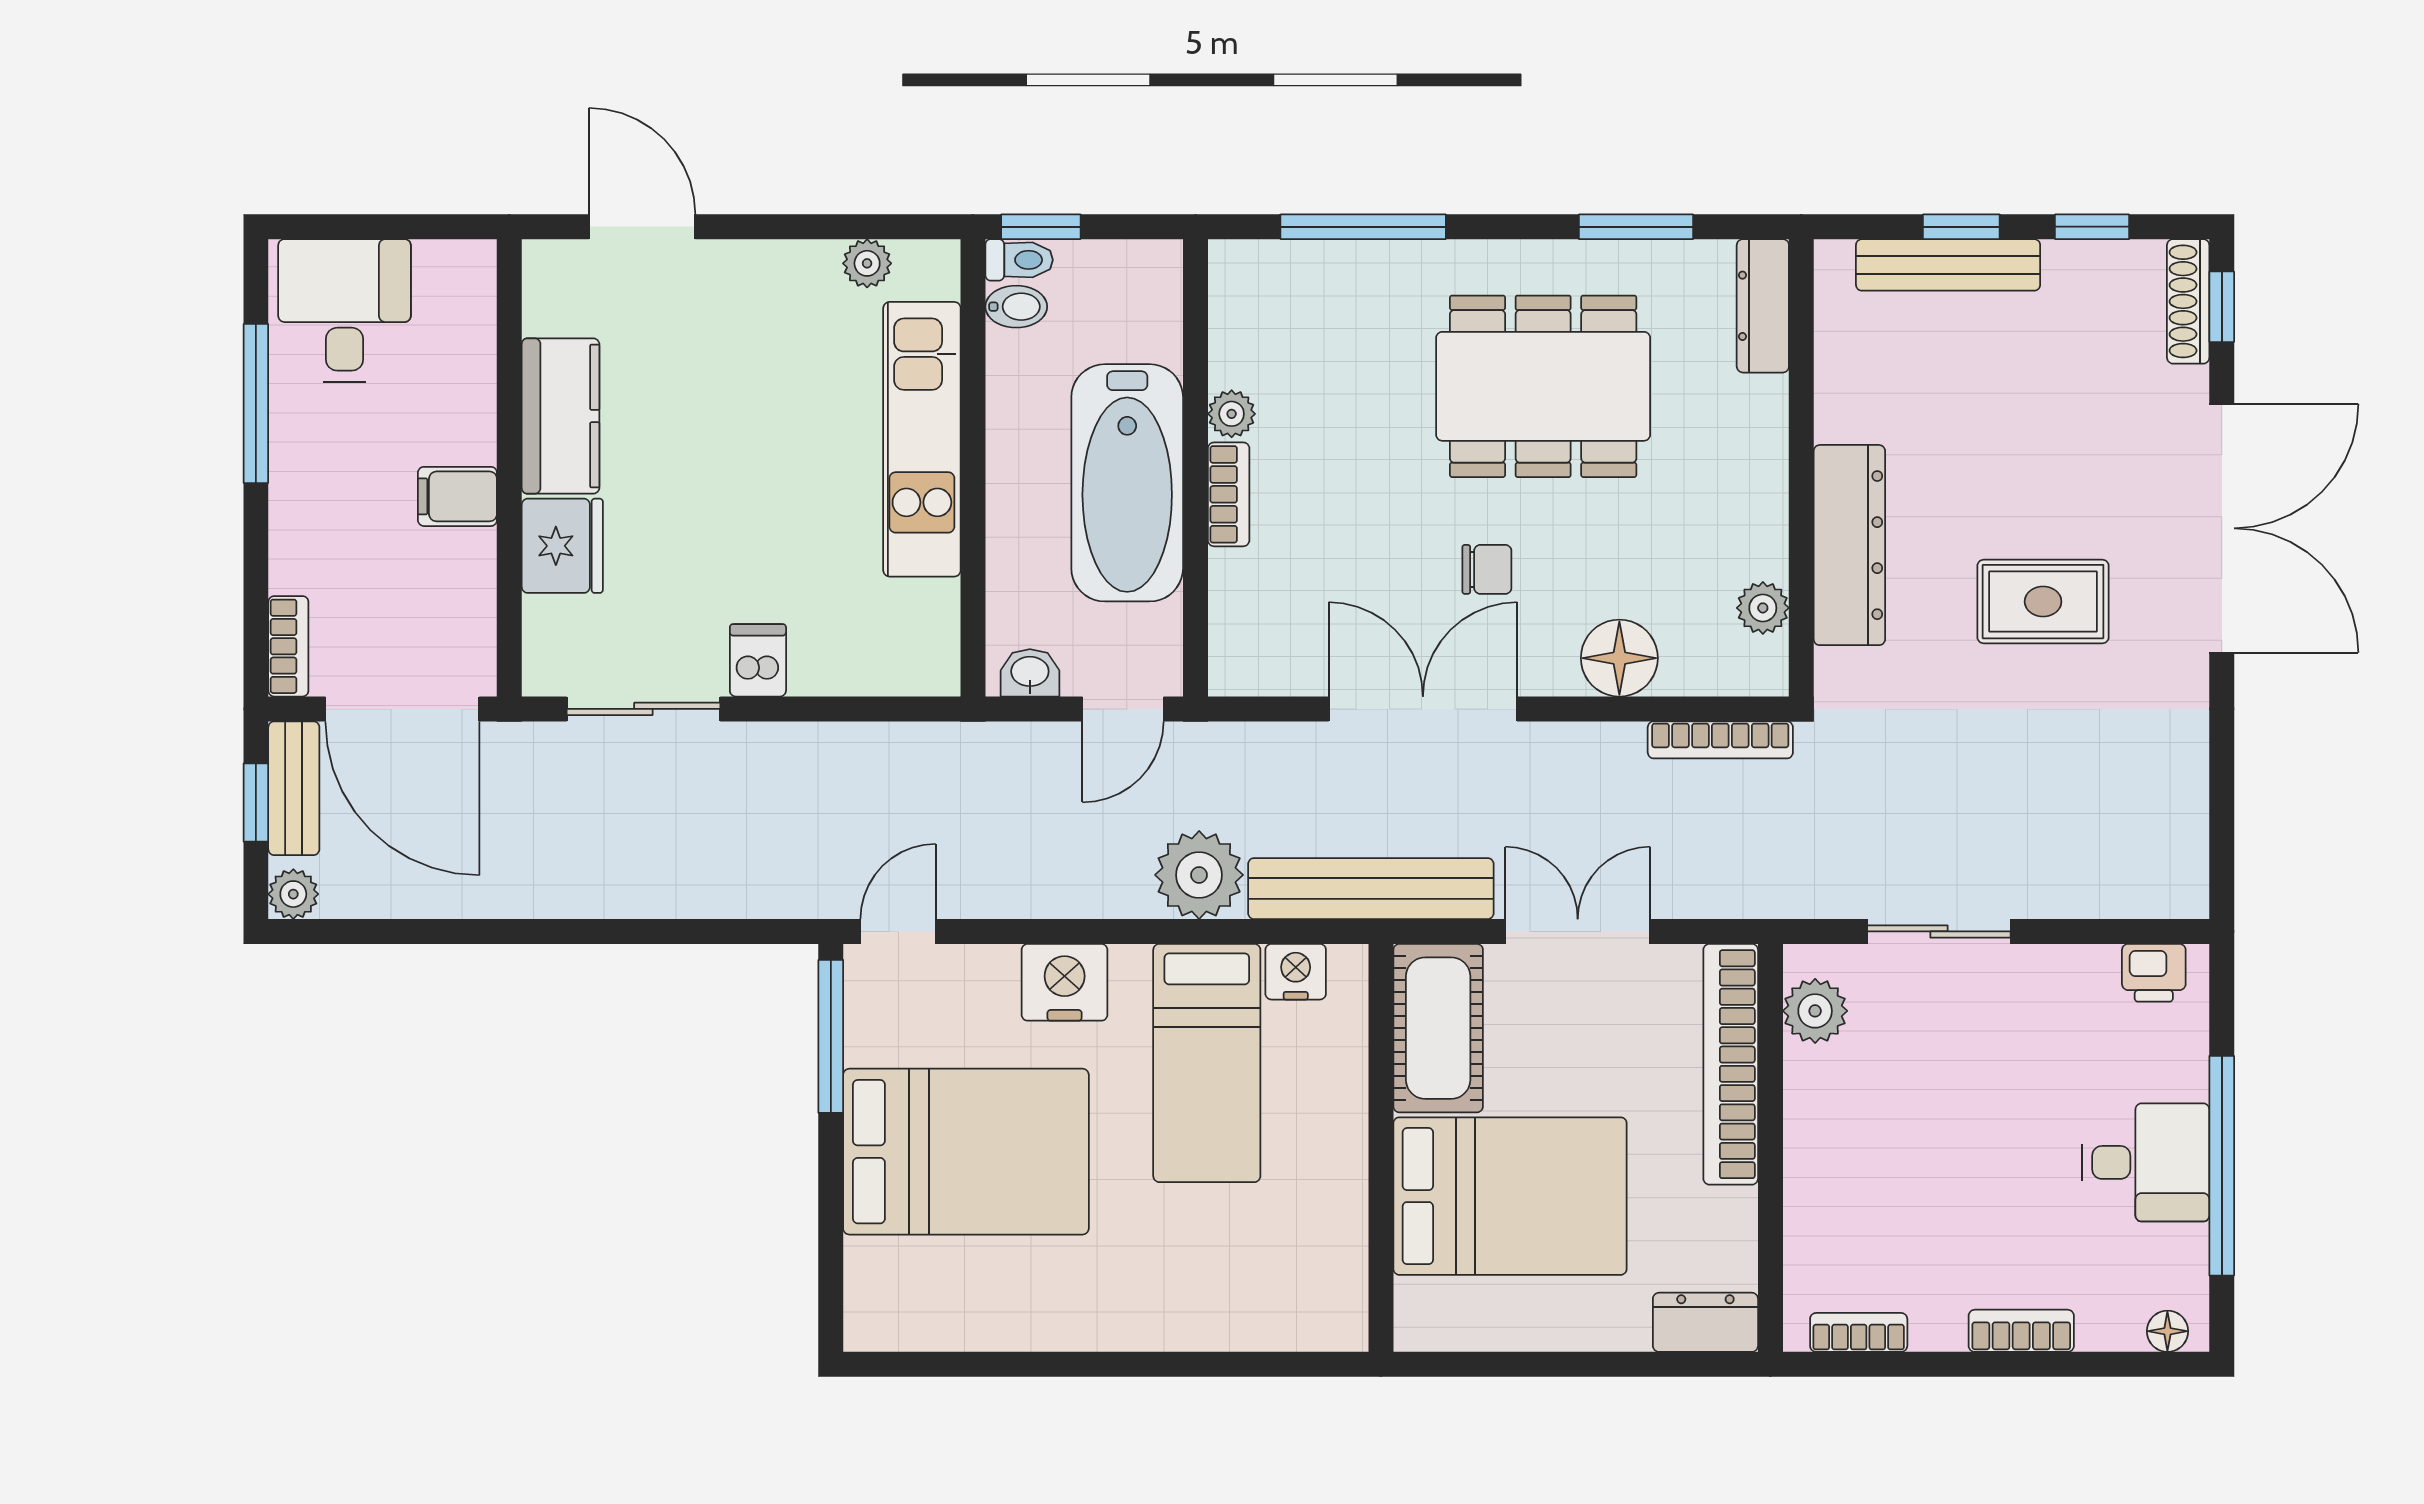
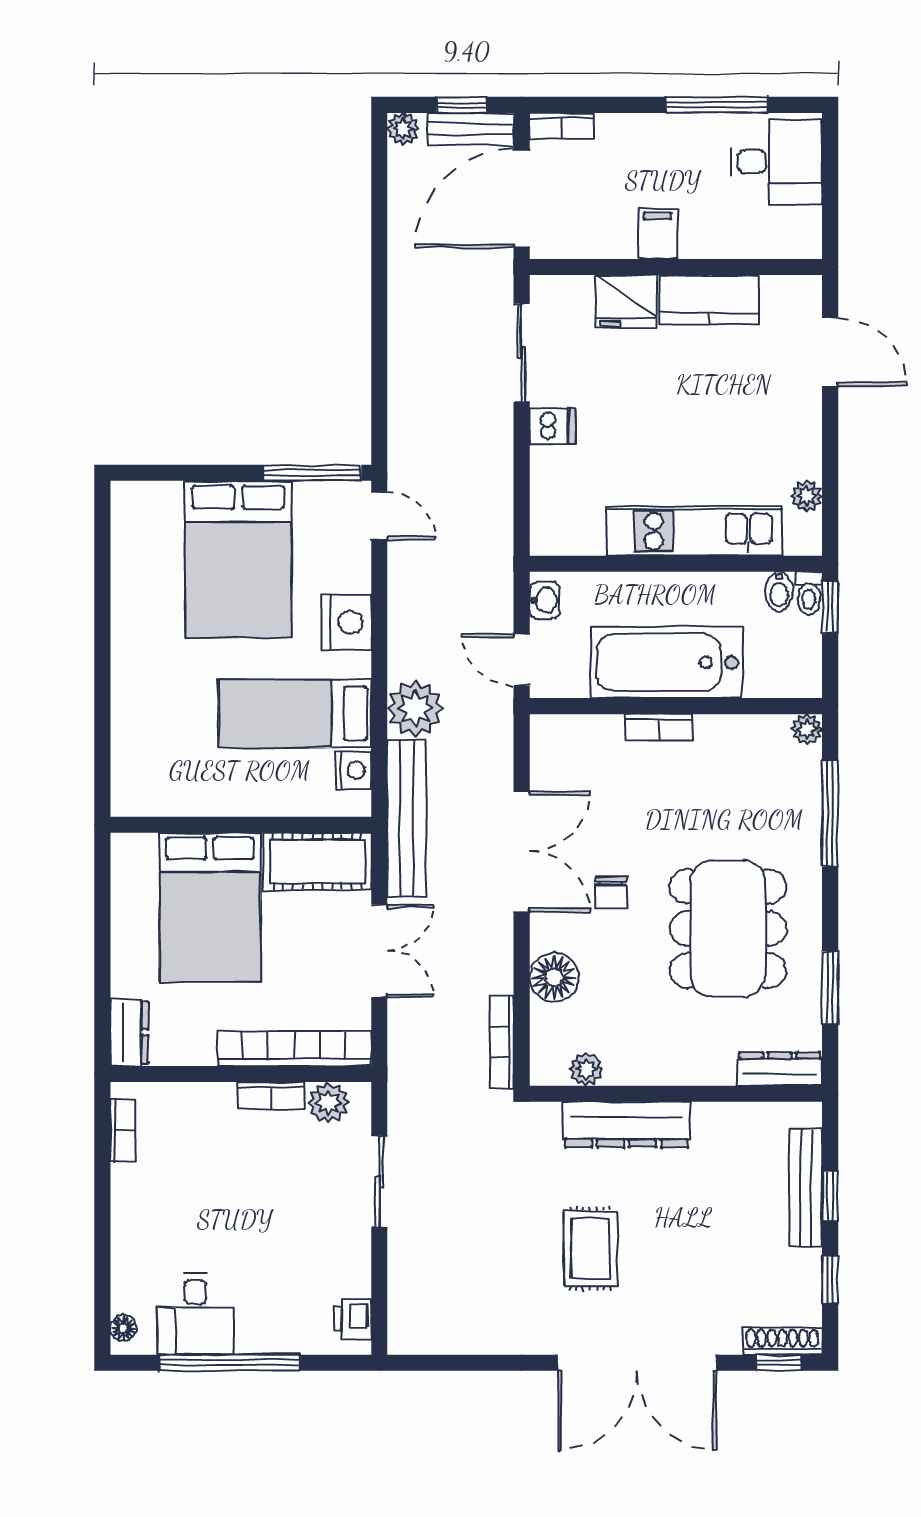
door: (642, 227) -> (830, 352), hinge flipped
plant: (1232, 414) -> (807, 729), moved
desk: (2146, 1162) -> (195, 1314), moved
bookcase: (2021, 1331) -> (271, 1095), moved, turned 90

